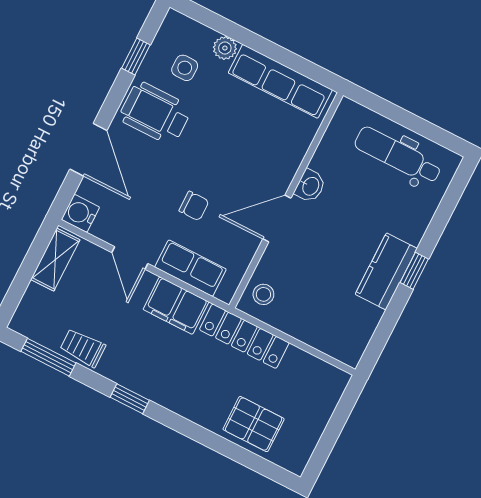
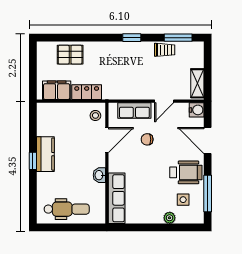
window: (136, 57) -> (208, 194), width x2.17
row of seats: (280, 81) -> (117, 198), moved, turned 90
door: (277, 219) -> (107, 140), moved
door: (130, 258) -> (164, 101), swing flipped
filing cabinet: (176, 306) -> (57, 90), moved
locker: (244, 336) -> (87, 92), width x0.66

